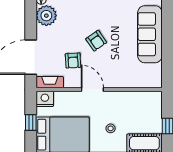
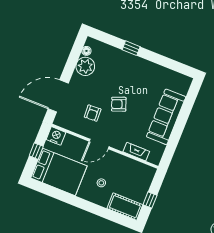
armchair: (96, 41) -> (119, 104), turned 104
fireplace: (50, 82) -> (136, 152), moved
door: (92, 90) -> (99, 144), swing flipped

